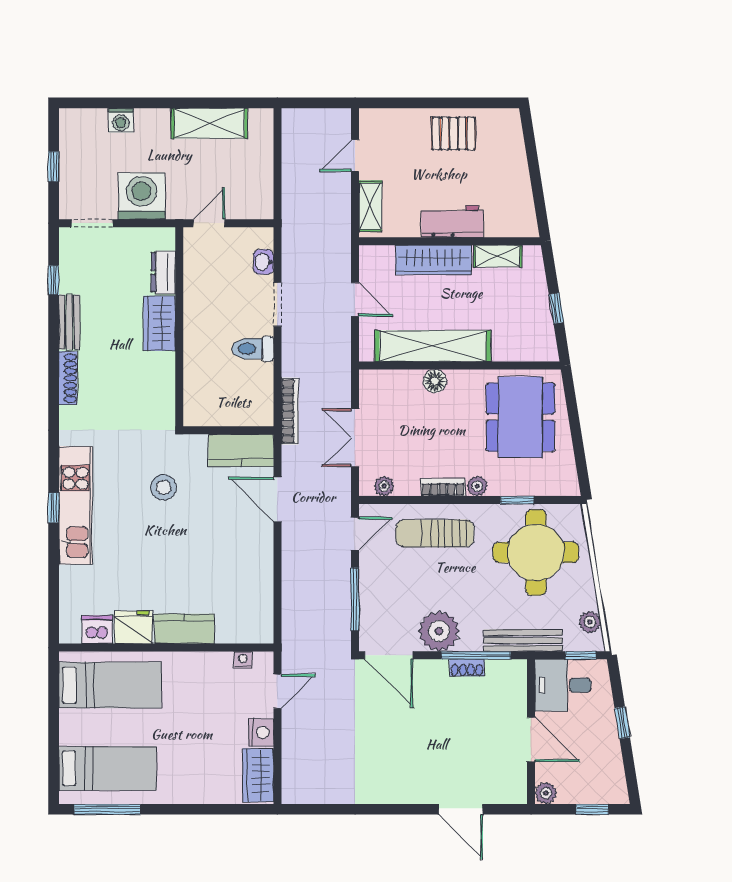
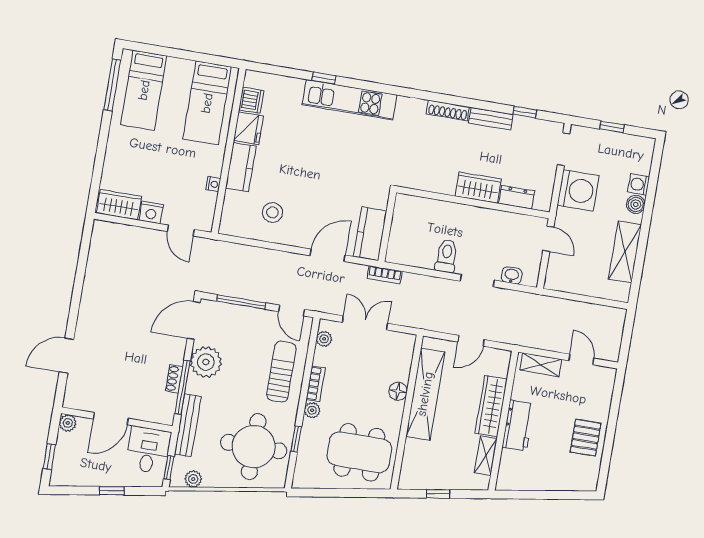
boiler: (147, 120) -> (636, 204), added
bookcase: (290, 411) -> (385, 275), width x0.64
stool: (164, 487) -> (272, 212), moved
window: (54, 508) -> (324, 78), moved
nightstand: (243, 660) -> (213, 184), moved

